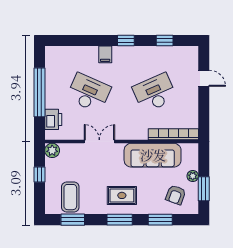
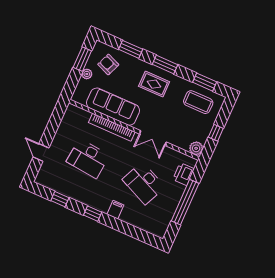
desk: (155, 93) -> (88, 159), turned 30
bookcase: (173, 134) -> (112, 127), moved
armchair: (176, 195) -> (108, 64), turned -88
coffee table: (70, 197) -> (198, 102), turned 90

